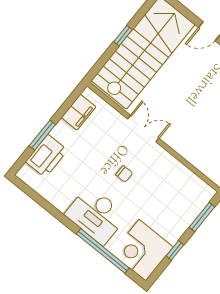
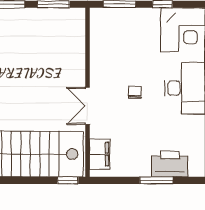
window: (123, 36) -> (68, 180), moved
filing cabinet: (79, 112) -> (100, 154), moved, turned 90

